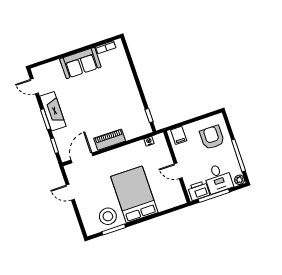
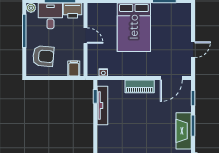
tv unit: (139, 109) -> (102, 106), added
armchair: (212, 137) -> (43, 56), turned -85
door: (70, 192) -> (193, 50), hinge flipped
stool: (108, 216) -> (166, 15), removed

